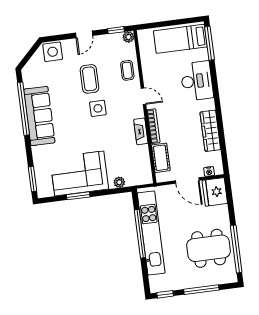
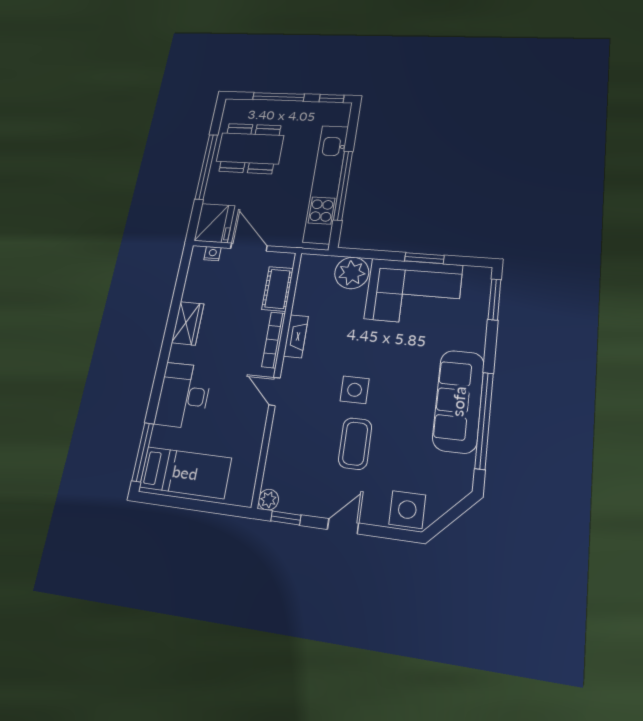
coffee table: (127, 70) -> (288, 442), removed
wardrobe: (210, 131) -> (188, 323), width x0.67
plant: (119, 182) -> (352, 273), width x1.87, depth x1.87
window: (236, 249) -> (206, 167), moved

